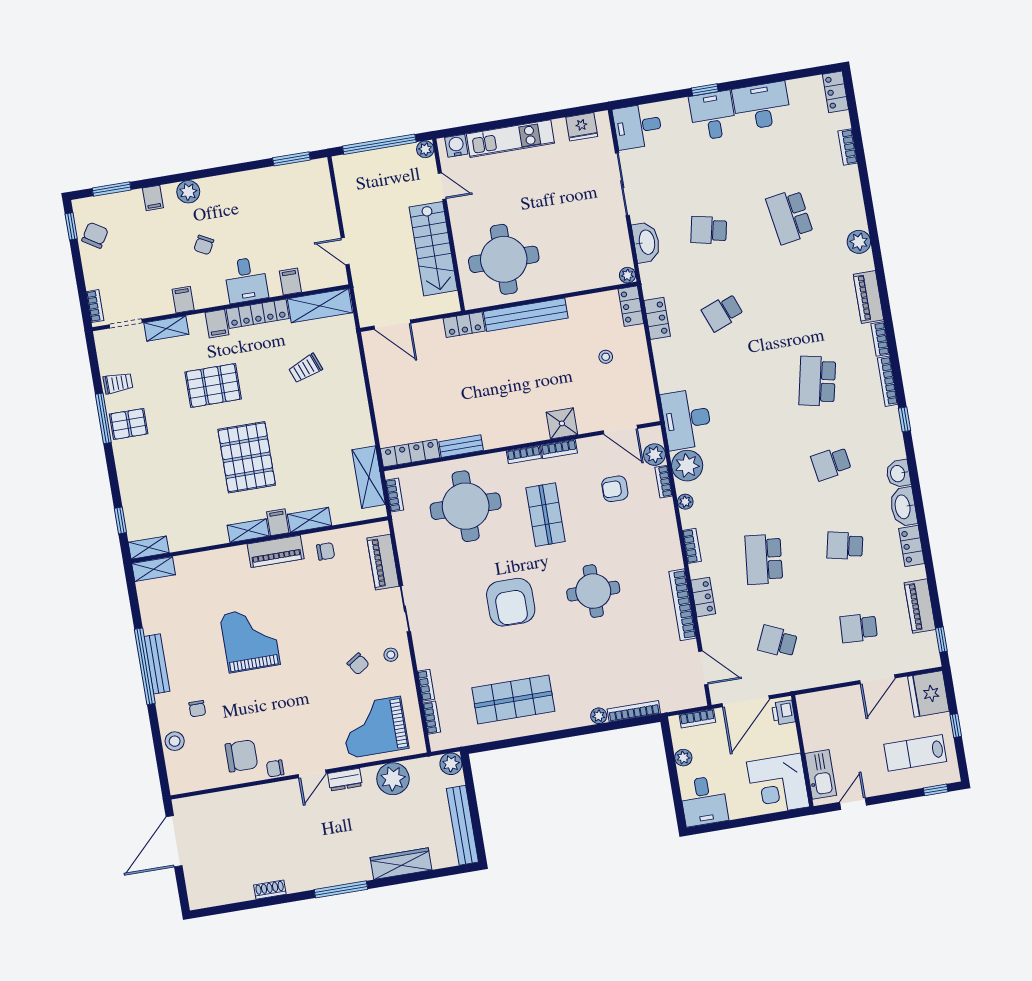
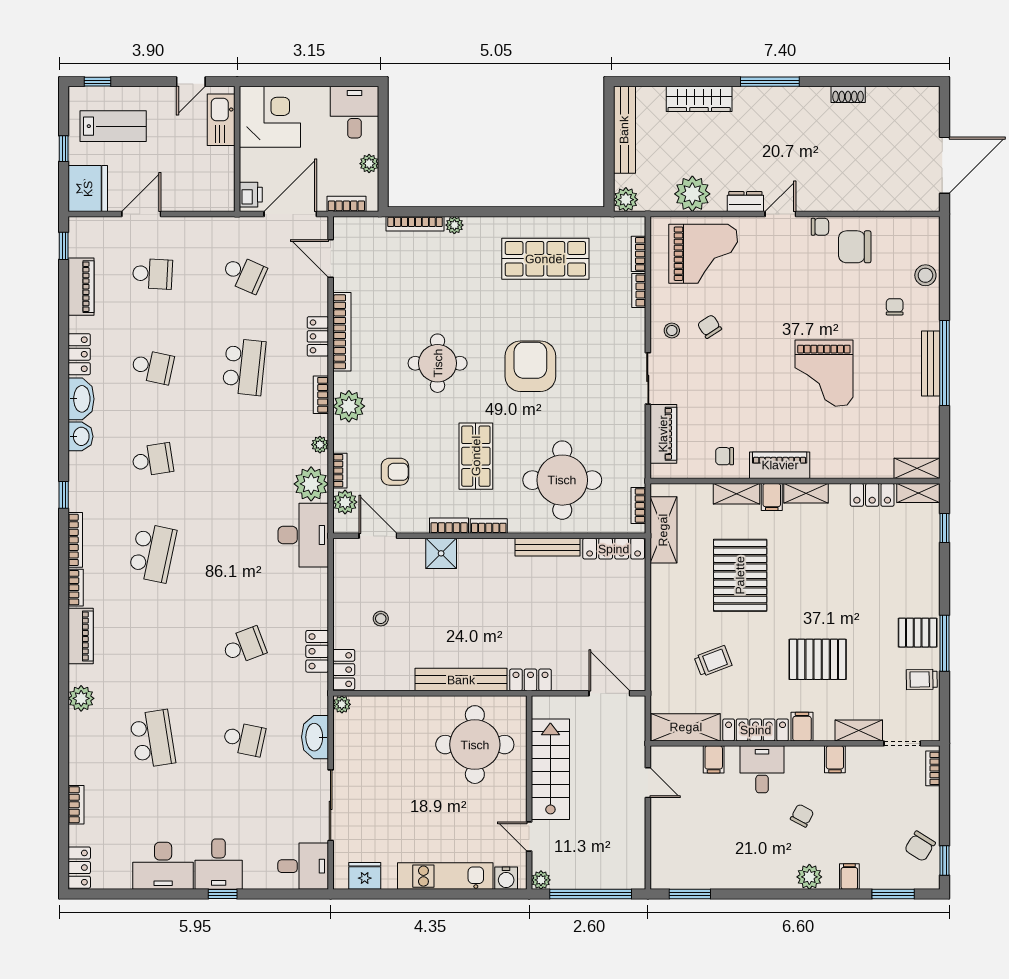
bench: (461, 446) -> (548, 547), width x1.36
pallet: (247, 457) -> (740, 575), moved
locker: (189, 539) -> (872, 495), added
plant: (665, 540) -> (349, 406), added

